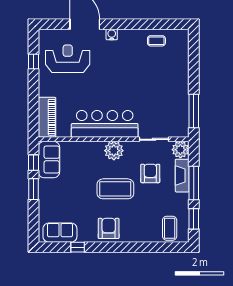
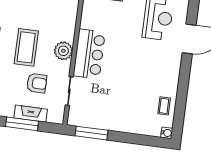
water cooler: (112, 34) -> (167, 133), moved
bar counter: (105, 124) -> (89, 54), width x0.73
plant: (180, 150) -> (56, 115), removed

